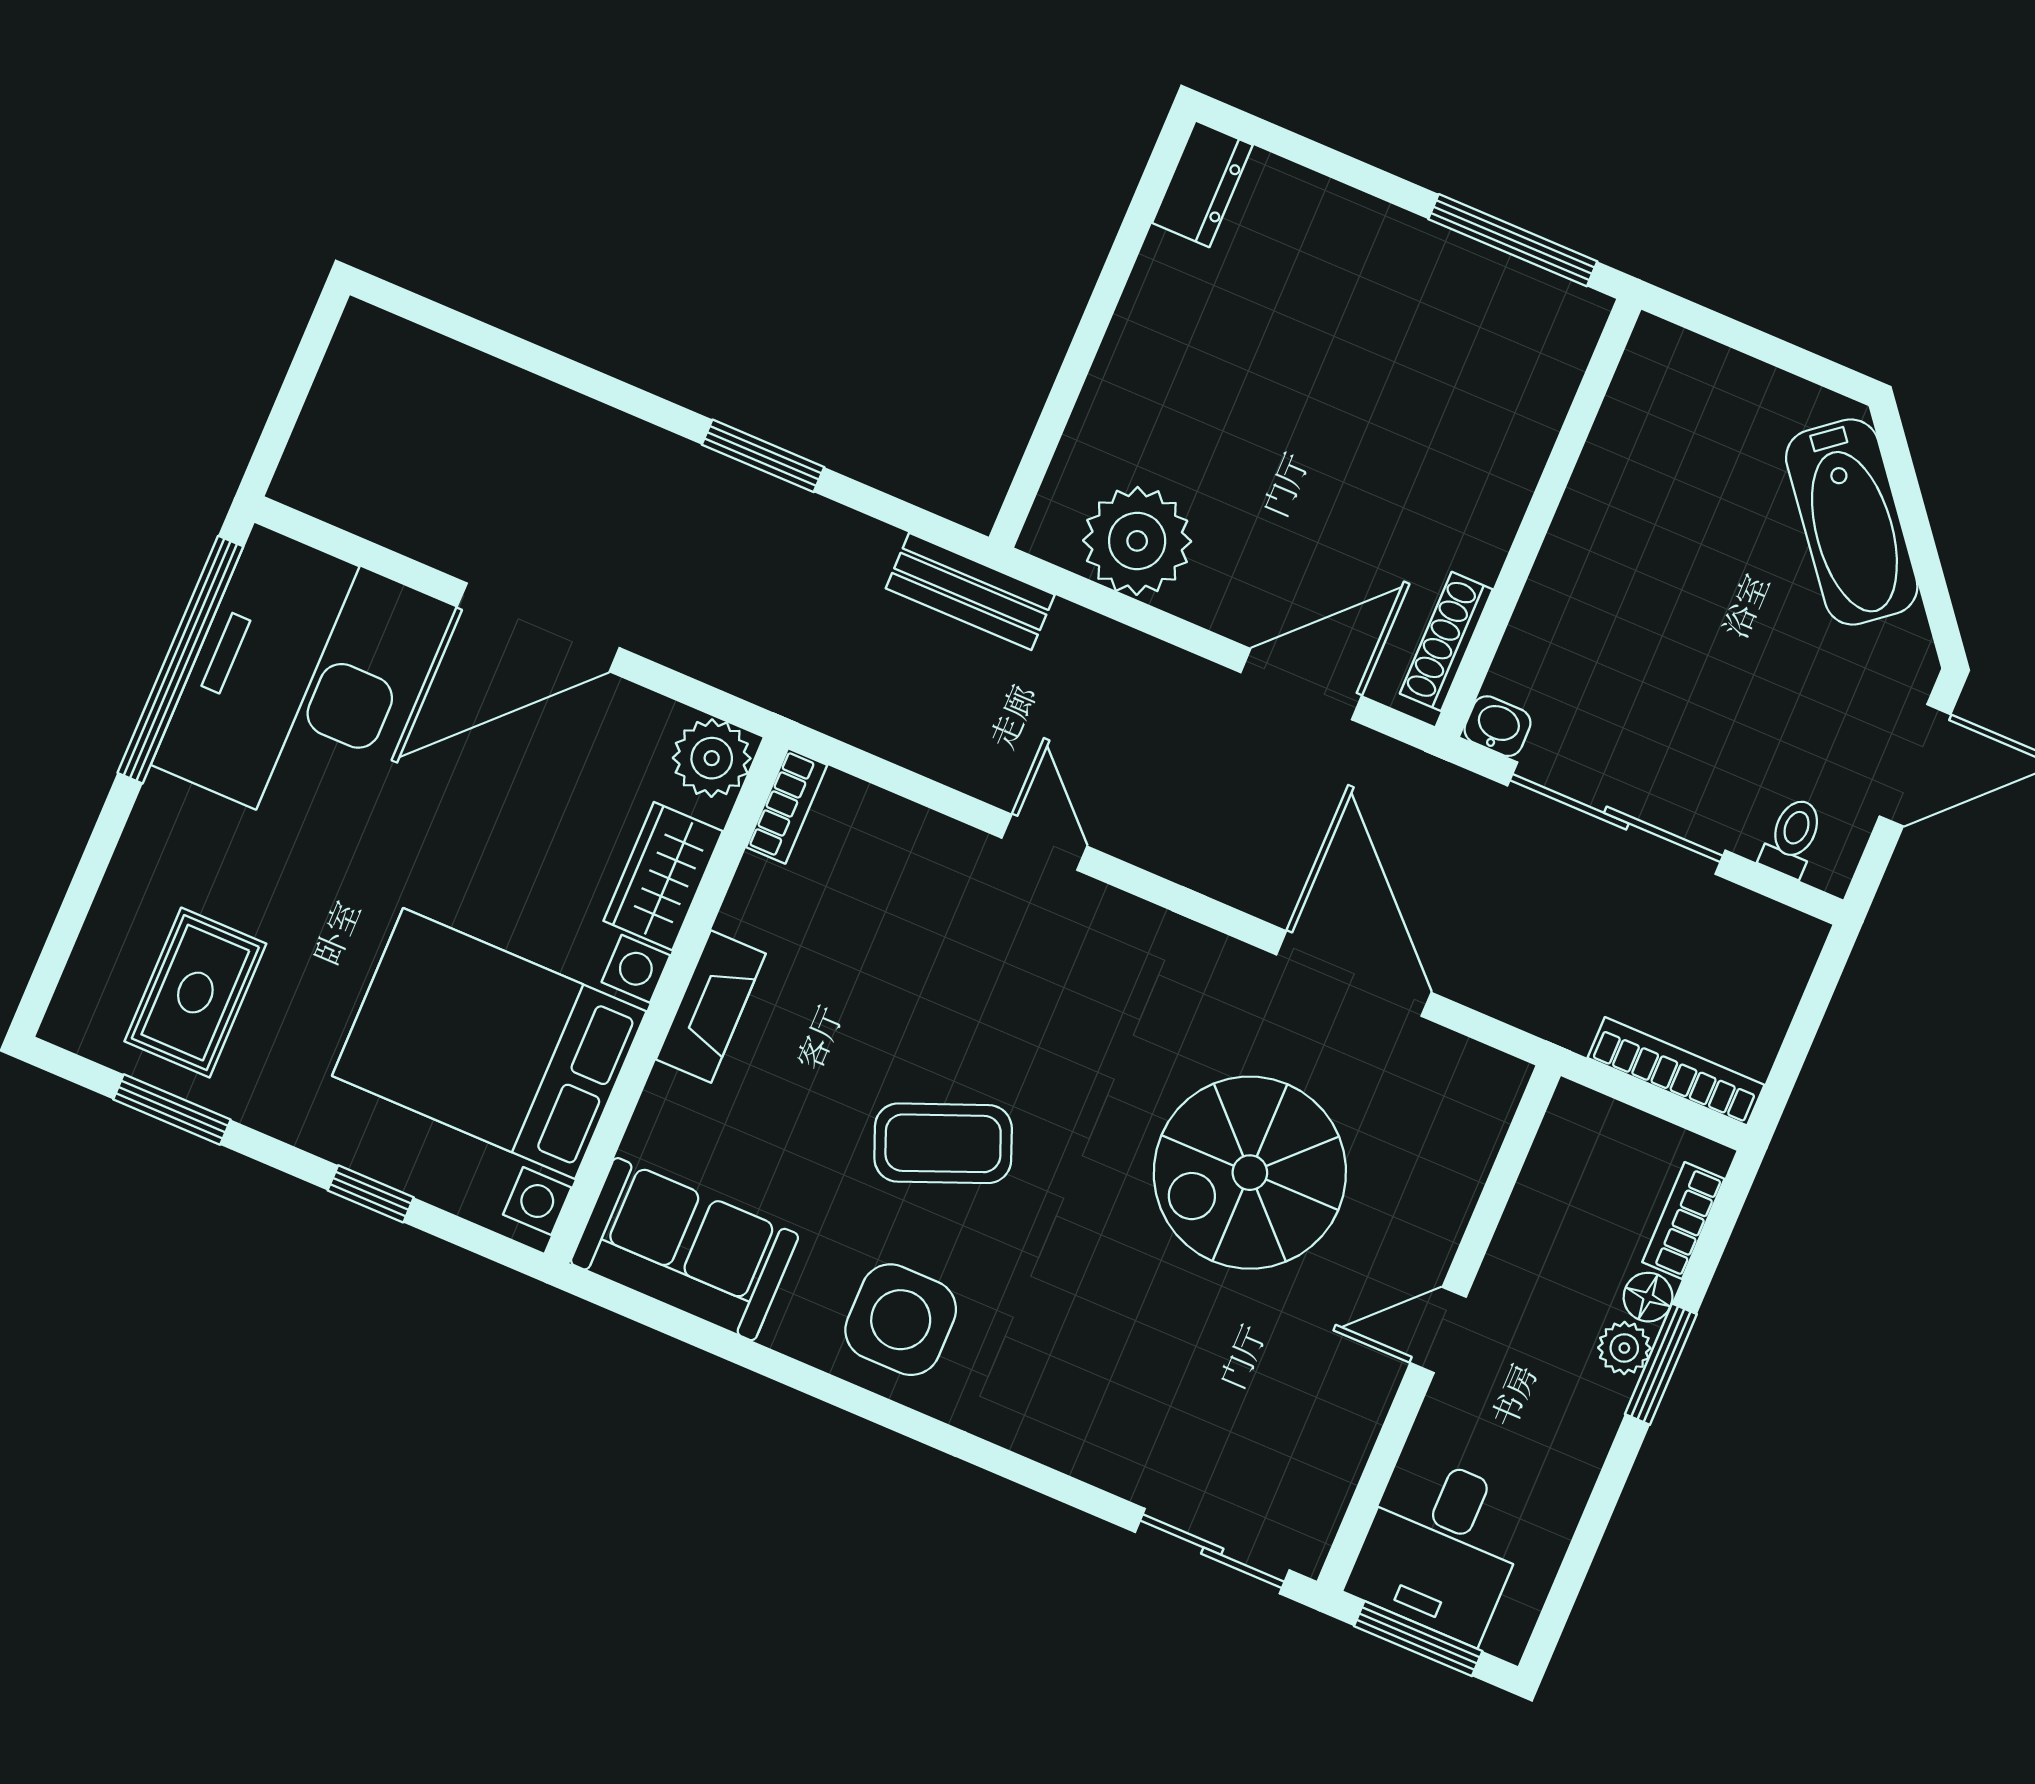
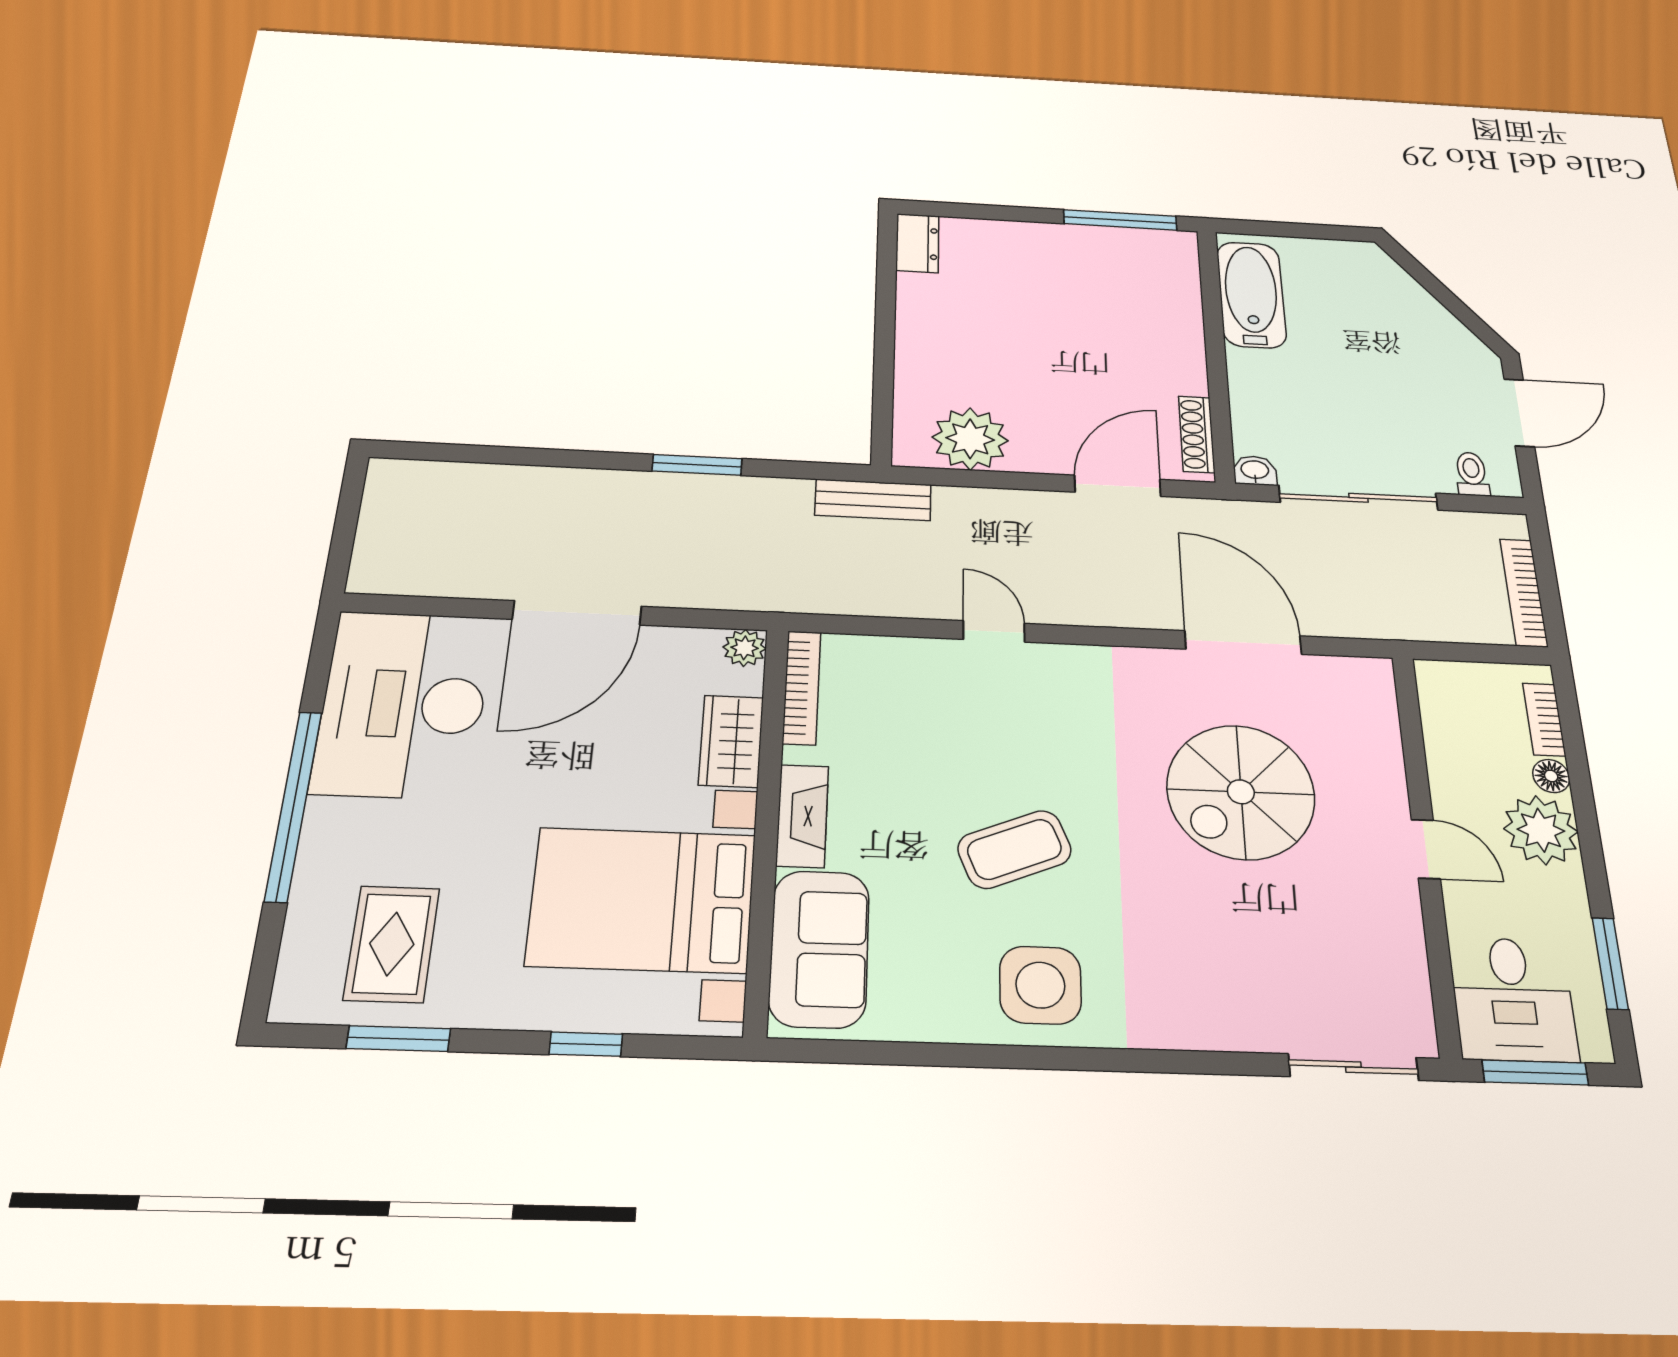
bathtub: (1852, 522) -> (1251, 294), moved, turned -142
window: (180, 660) -> (294, 805), moved
plant: (712, 758) -> (745, 648), width x0.73, depth x0.73
bookcase: (787, 806) -> (802, 687), width x1.56
bookcase: (1676, 1071) -> (1524, 592), moved, turned -90
sofa: (685, 1249) -> (819, 948), moved, turned 90
door: (1438, 1330) -> (1426, 849), swing flipped
plant: (1624, 1348) -> (1541, 830), width x1.87, depth x1.87
window: (1661, 1364) -> (1610, 963), moved

